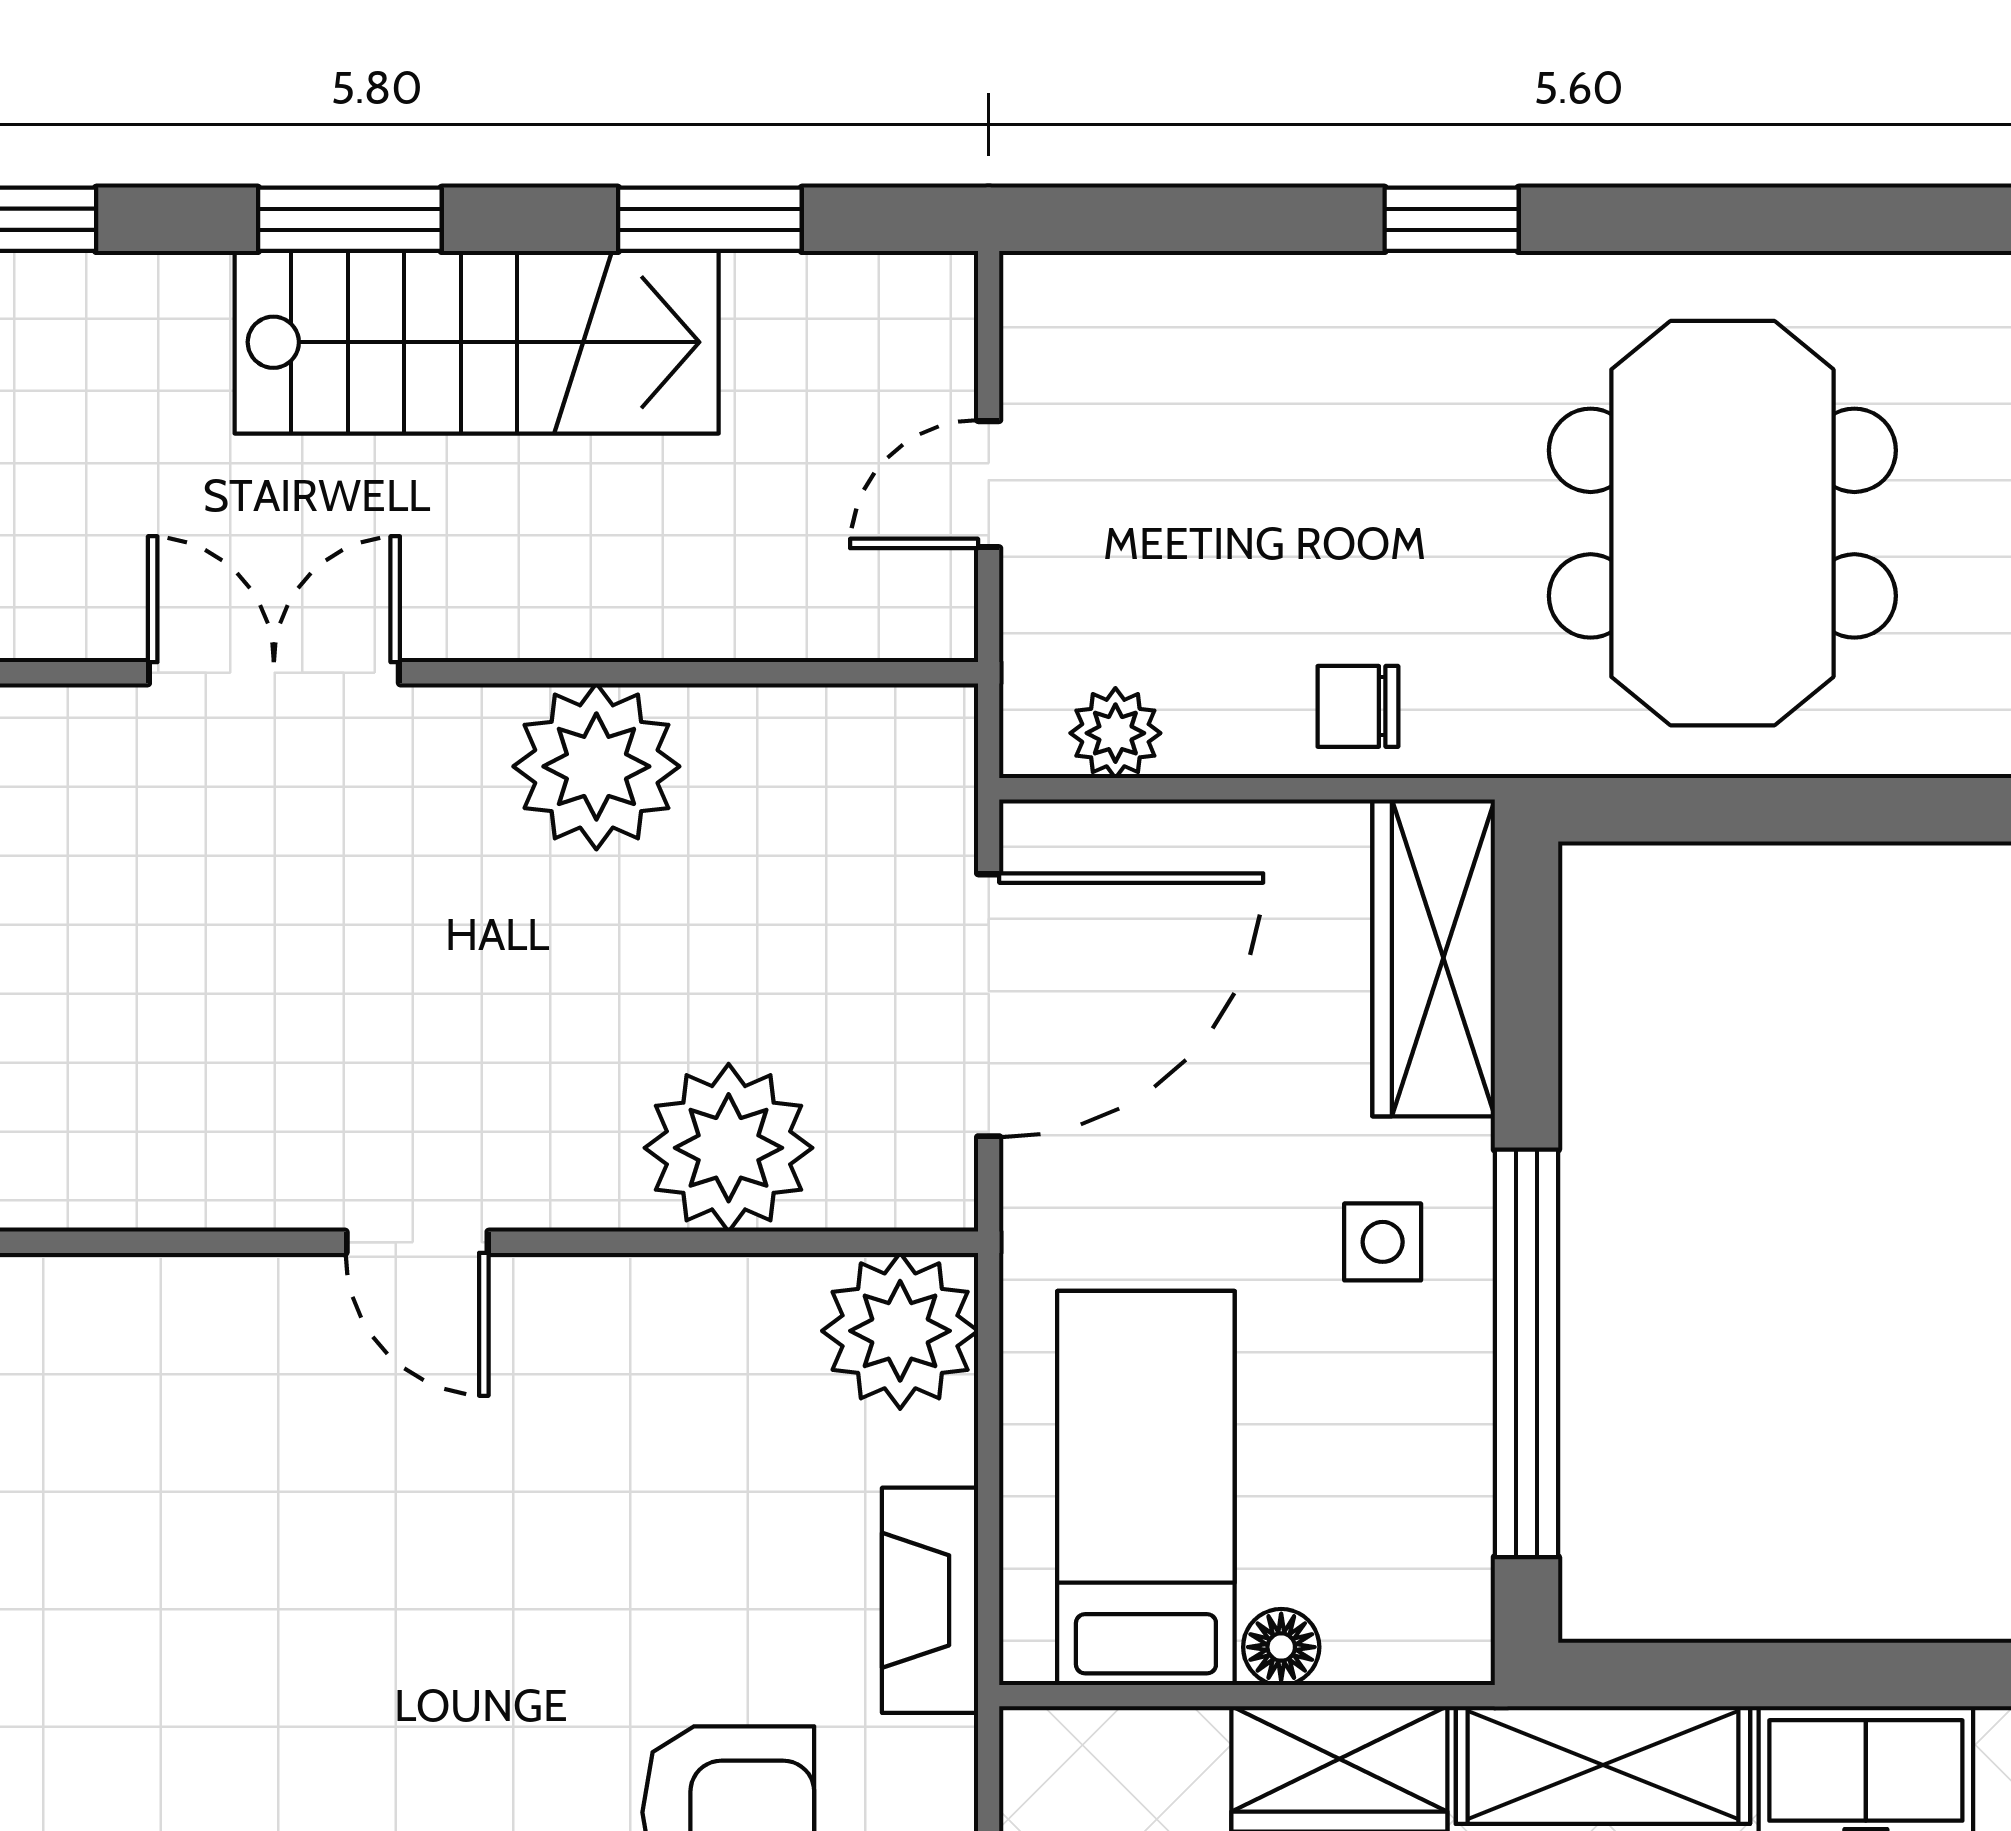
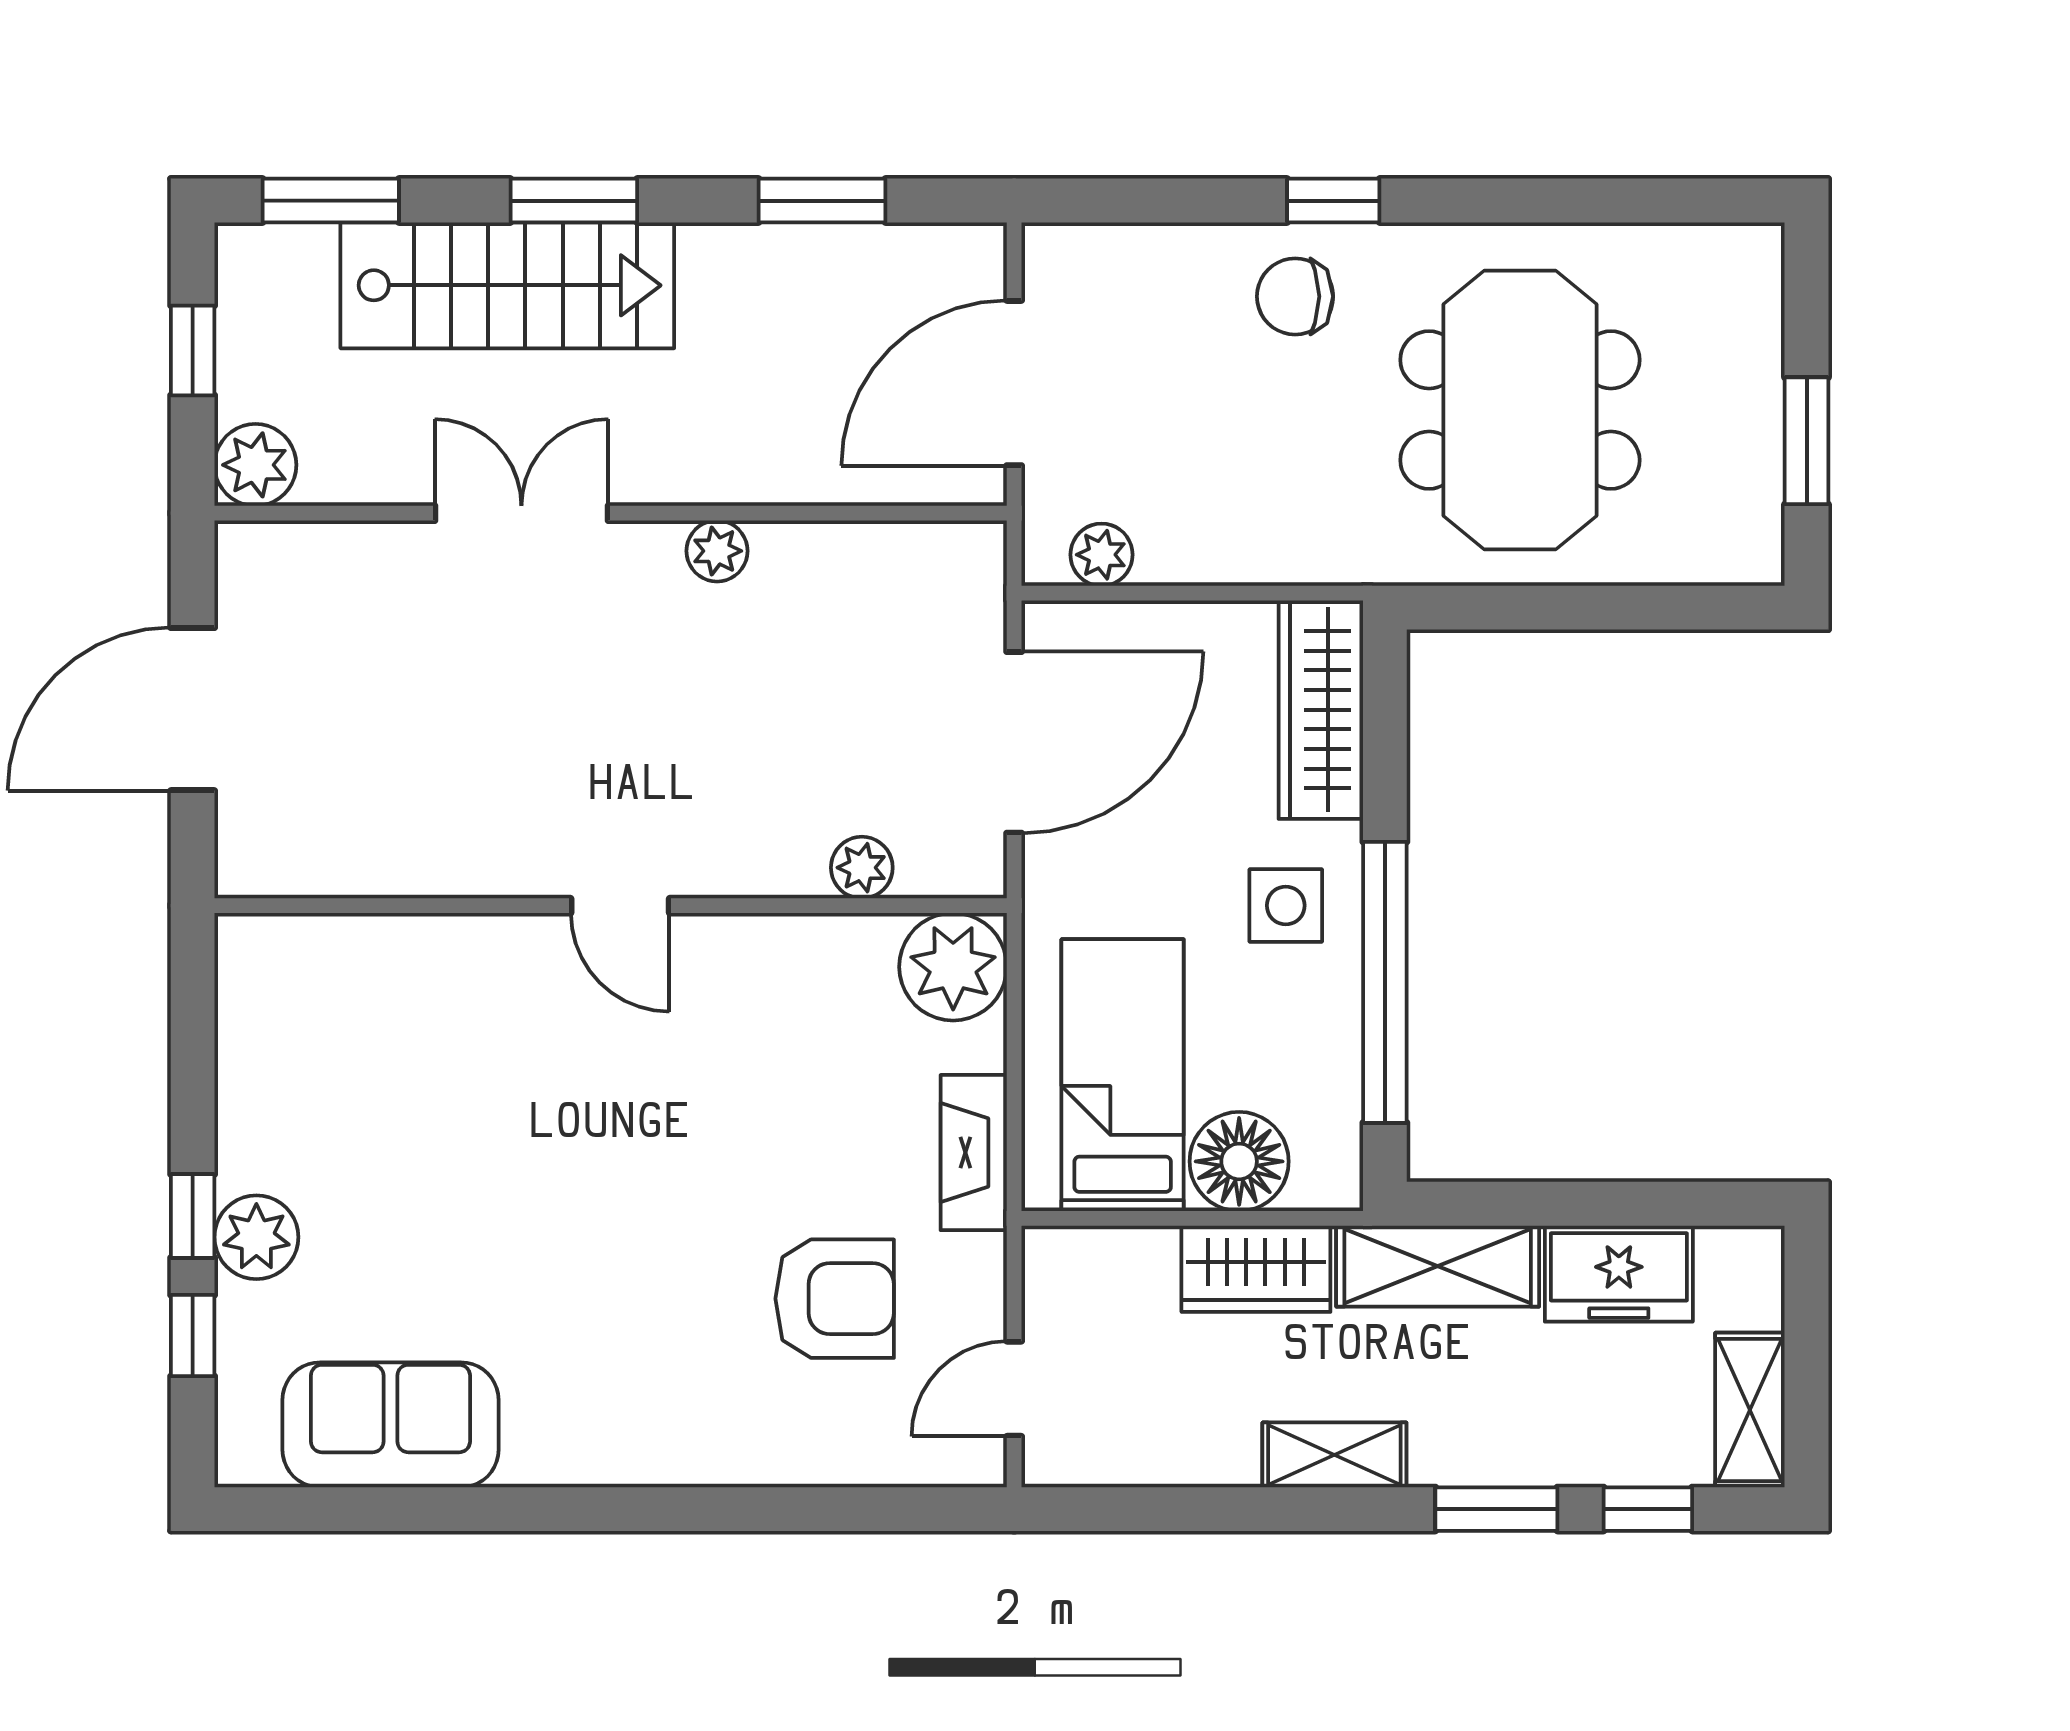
stairs: (477, 342) -> (507, 285), moved
door: (989, 484) -> (1014, 383), width x1.88
chair: (1358, 706) -> (1295, 296), moved, width x1.37, depth x1.37
plant: (596, 766) -> (717, 551), width x0.53, depth x0.53
plant: (729, 1148) -> (862, 868), width x0.53, depth x0.53
side table: (1383, 1242) -> (1286, 905), width x1.37, depth x1.37
floor lamp: (1281, 1647) -> (1239, 1161), width x1.89, depth x1.89

